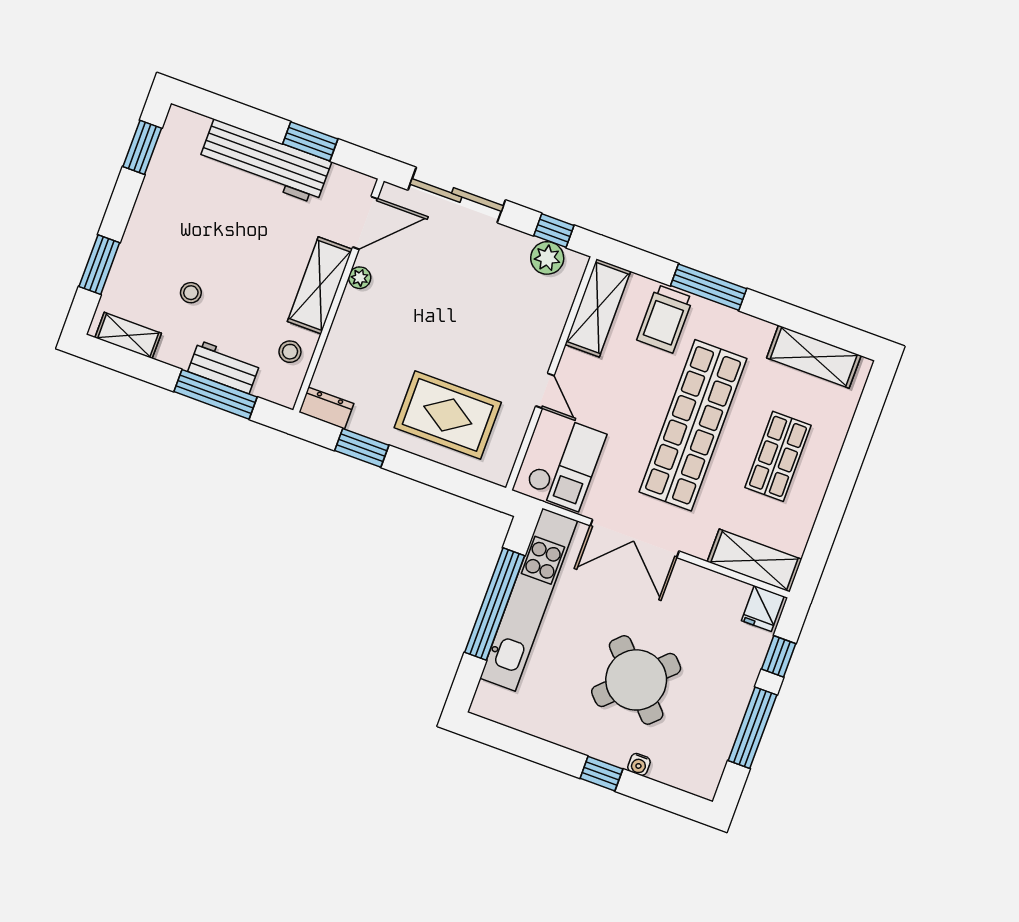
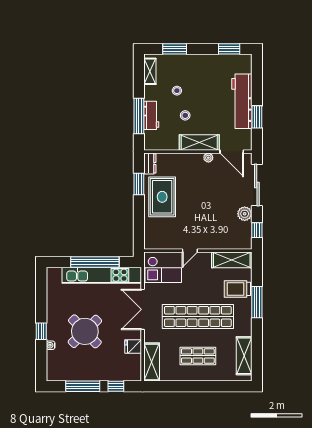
plant: (547, 258) -> (245, 214), moved
stool: (290, 352) -> (185, 115), moved
rug: (448, 415) -> (162, 197), moved
fridge: (763, 609) -> (133, 347), moved

